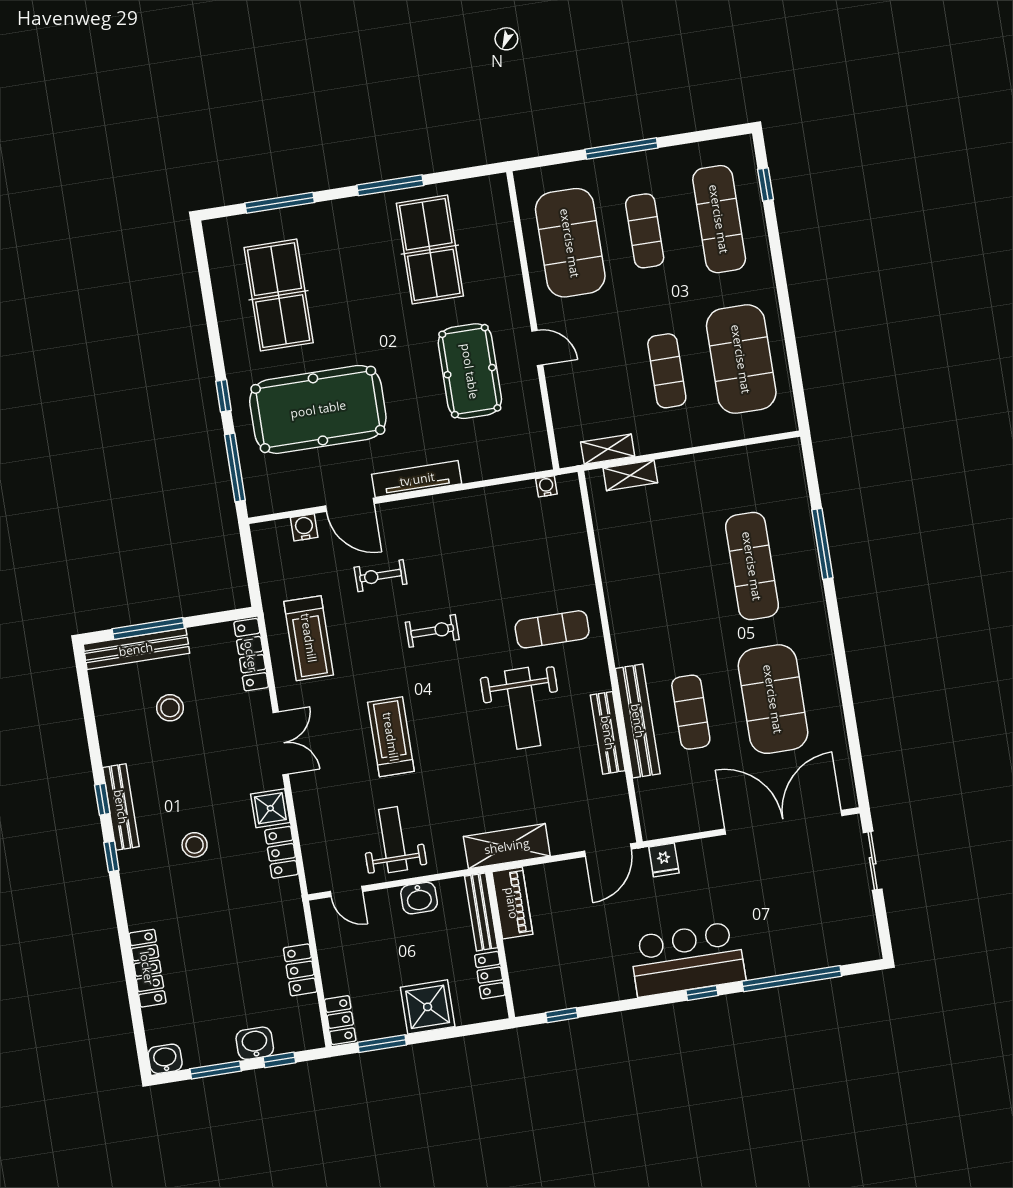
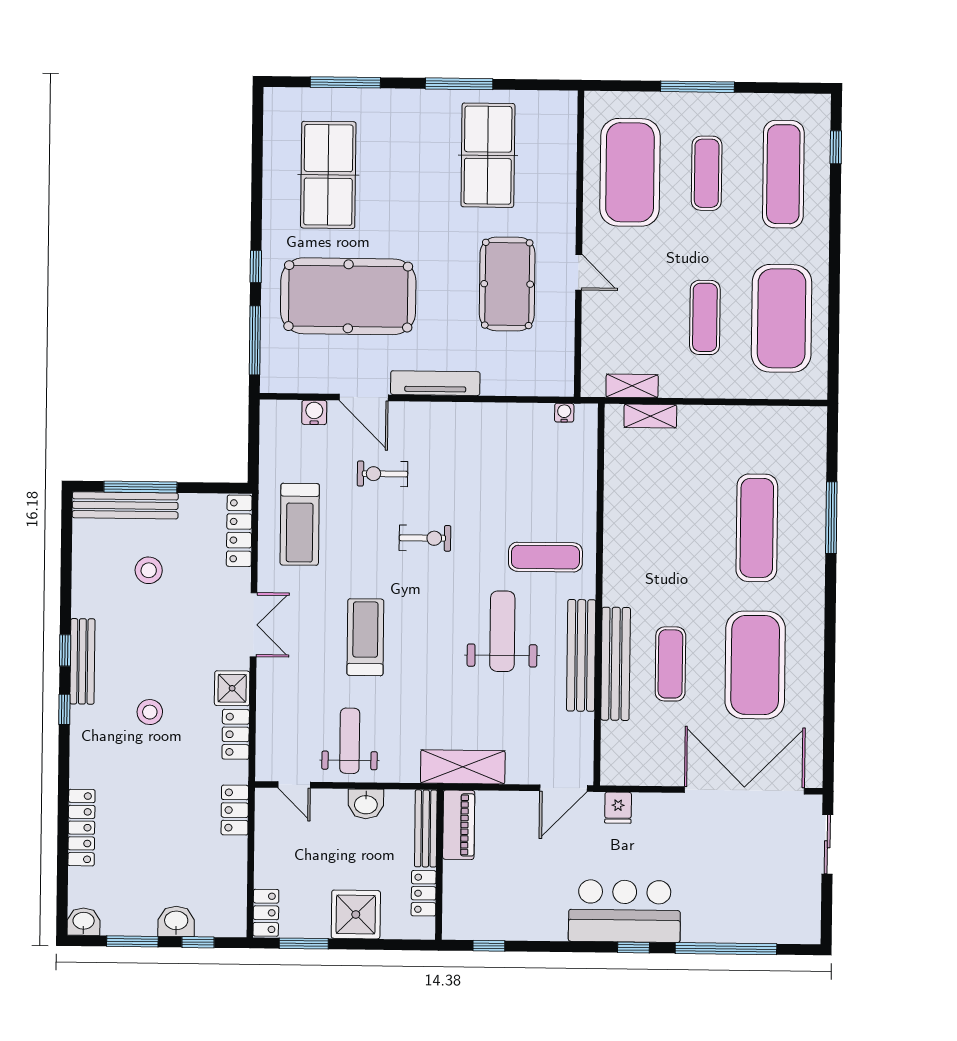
weight bench: (523, 708) -> (502, 631), turned 180
bench: (608, 733) -> (581, 655), width x1.37, depth x1.21
locker: (300, 970) -> (235, 810), moved

